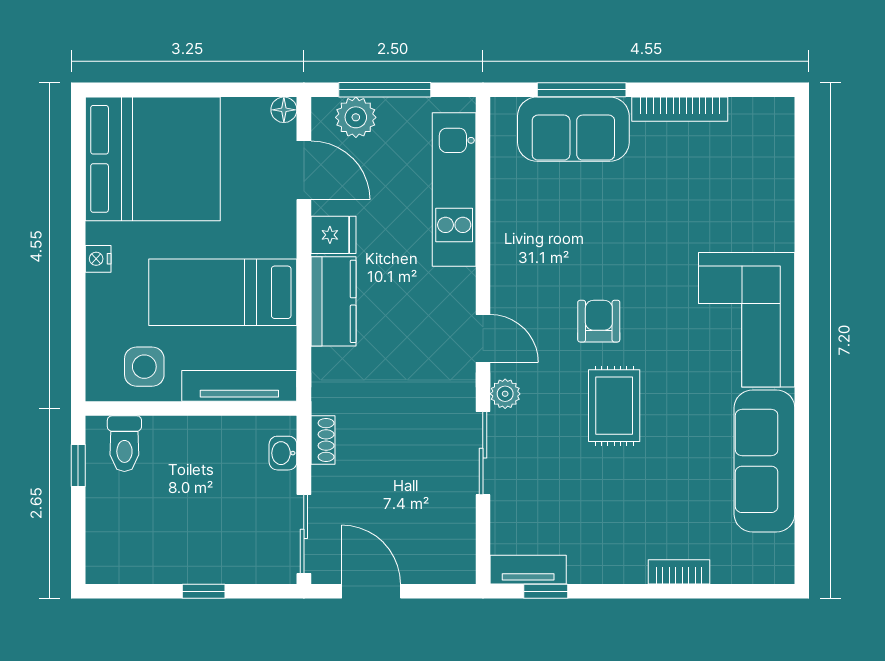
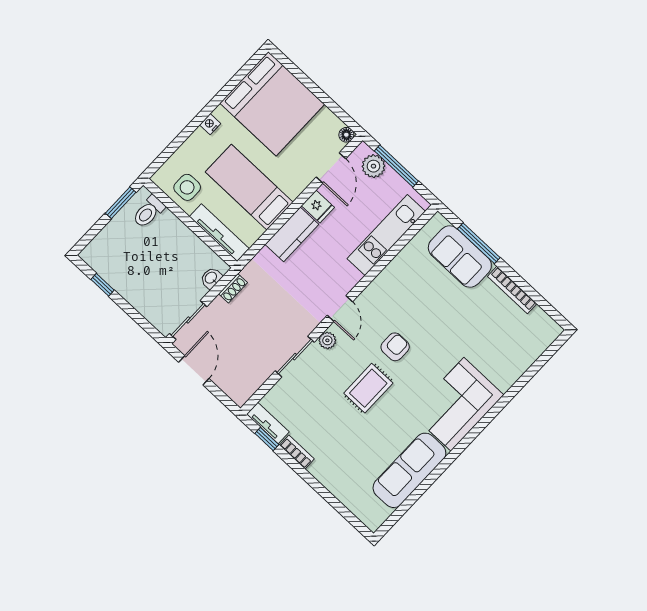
window: (78, 466) -> (121, 203), width x1.50
bookcase: (679, 572) -> (297, 452), moved
window: (204, 591) -> (103, 285), moved

